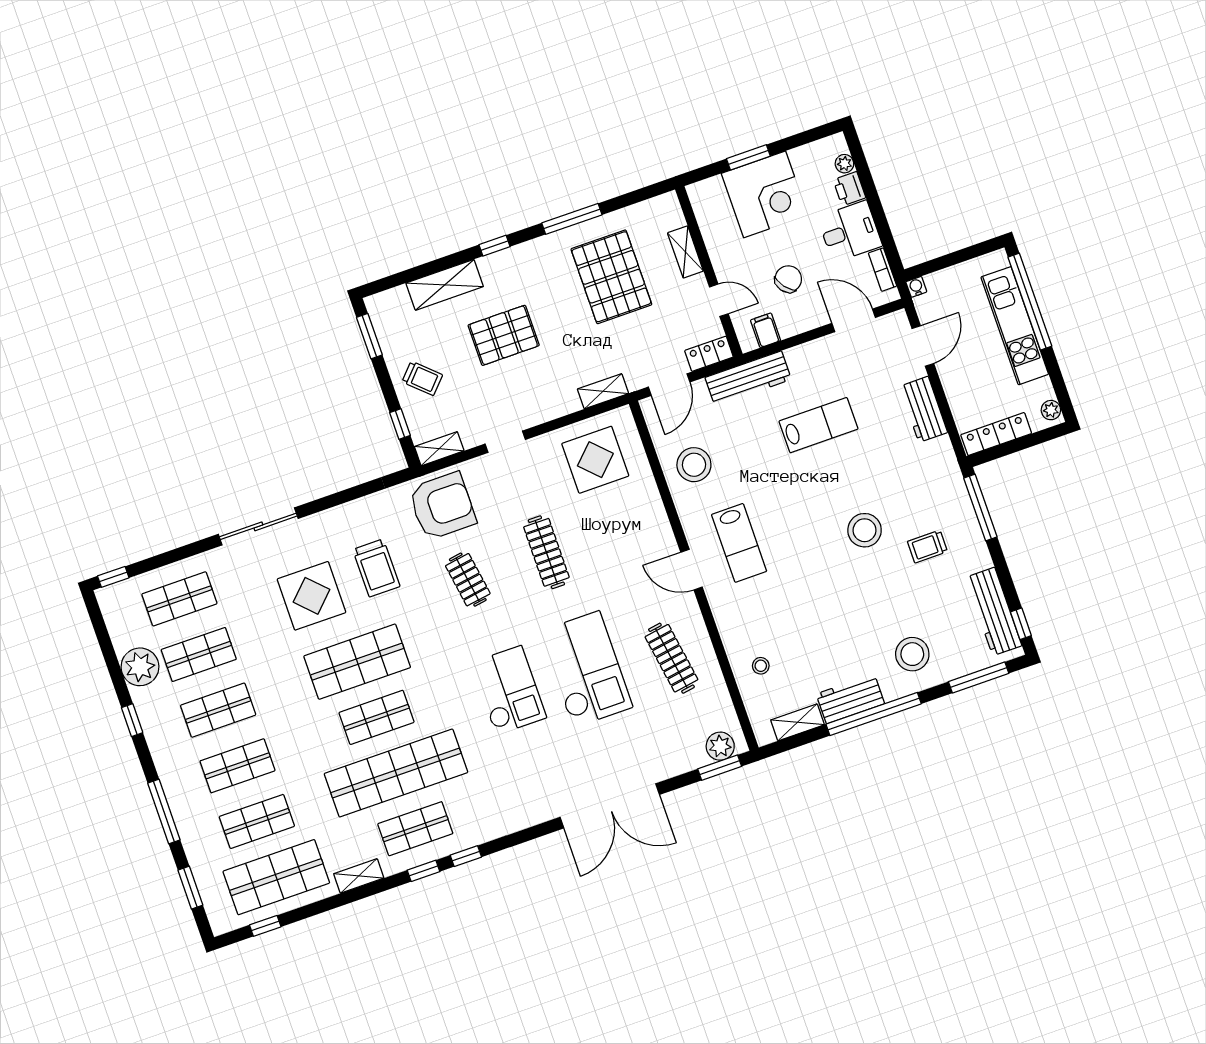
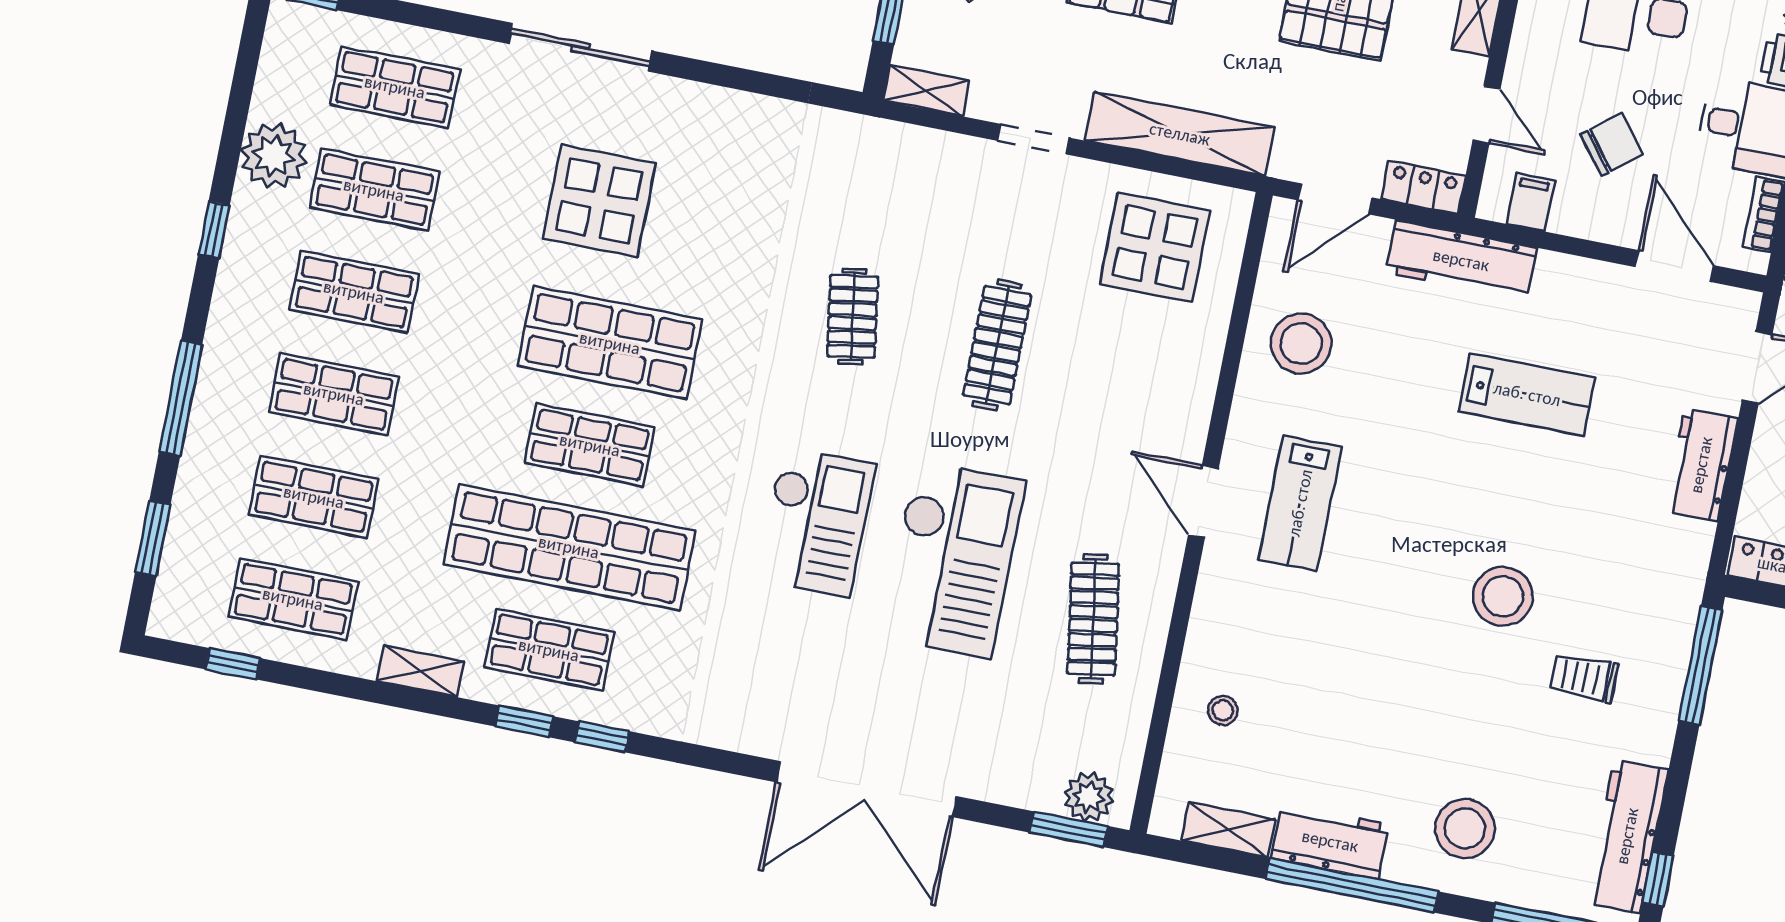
shelving: (603, 391) -> (1180, 134), width x2.20, depth x1.33
armchair: (442, 506) -> (879, 181), removed
trolley: (376, 568) -> (723, 216), removed
shop shelf: (276, 877) -> (293, 599), width x0.70, depth x0.74

